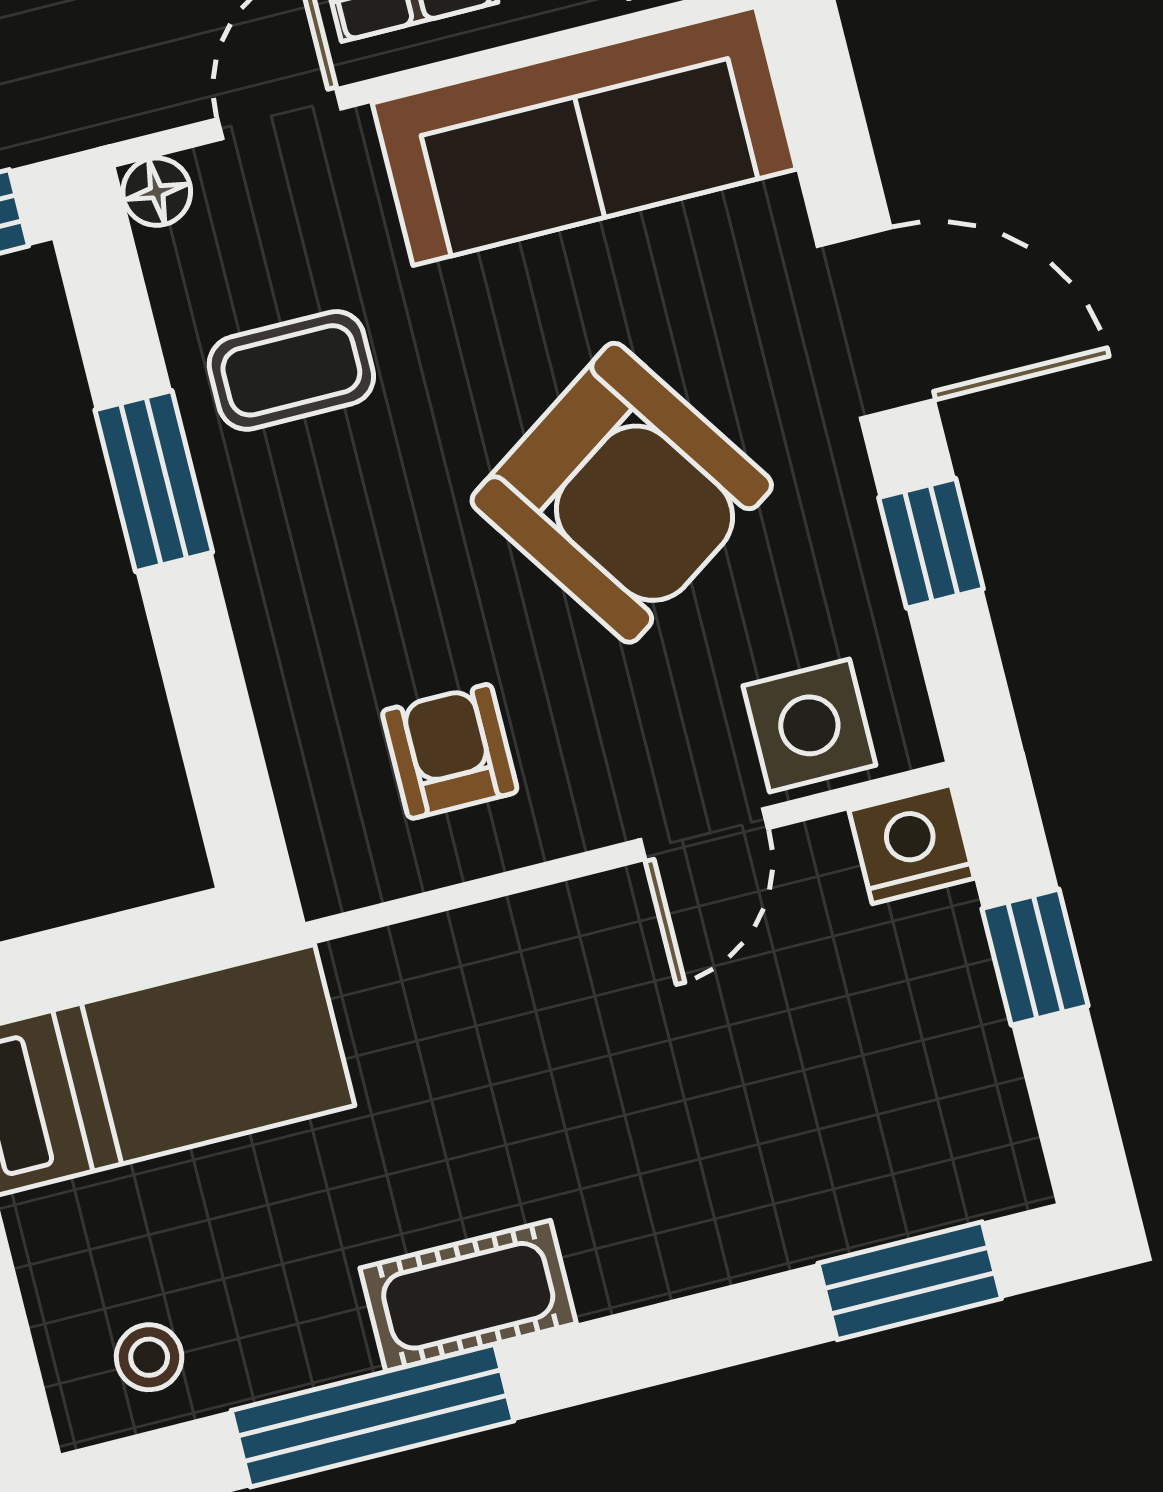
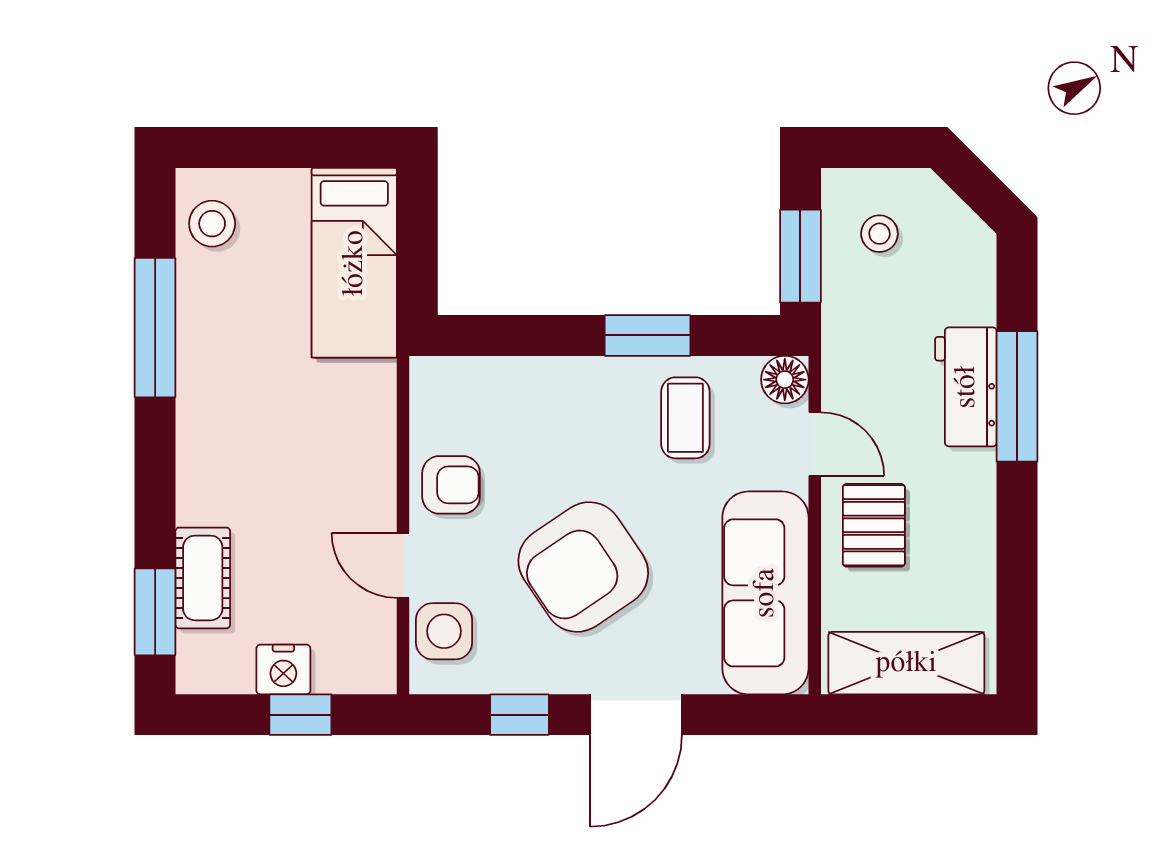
floor lamp: (157, 192) -> (785, 380), width x1.37, depth x1.37
armchair: (450, 751) -> (451, 485), moved
nightstand: (912, 844) -> (283, 669), moved, turned 90
cot: (468, 1296) -> (203, 578), moved
stool: (149, 1357) -> (212, 224), width x1.37, depth x1.37

